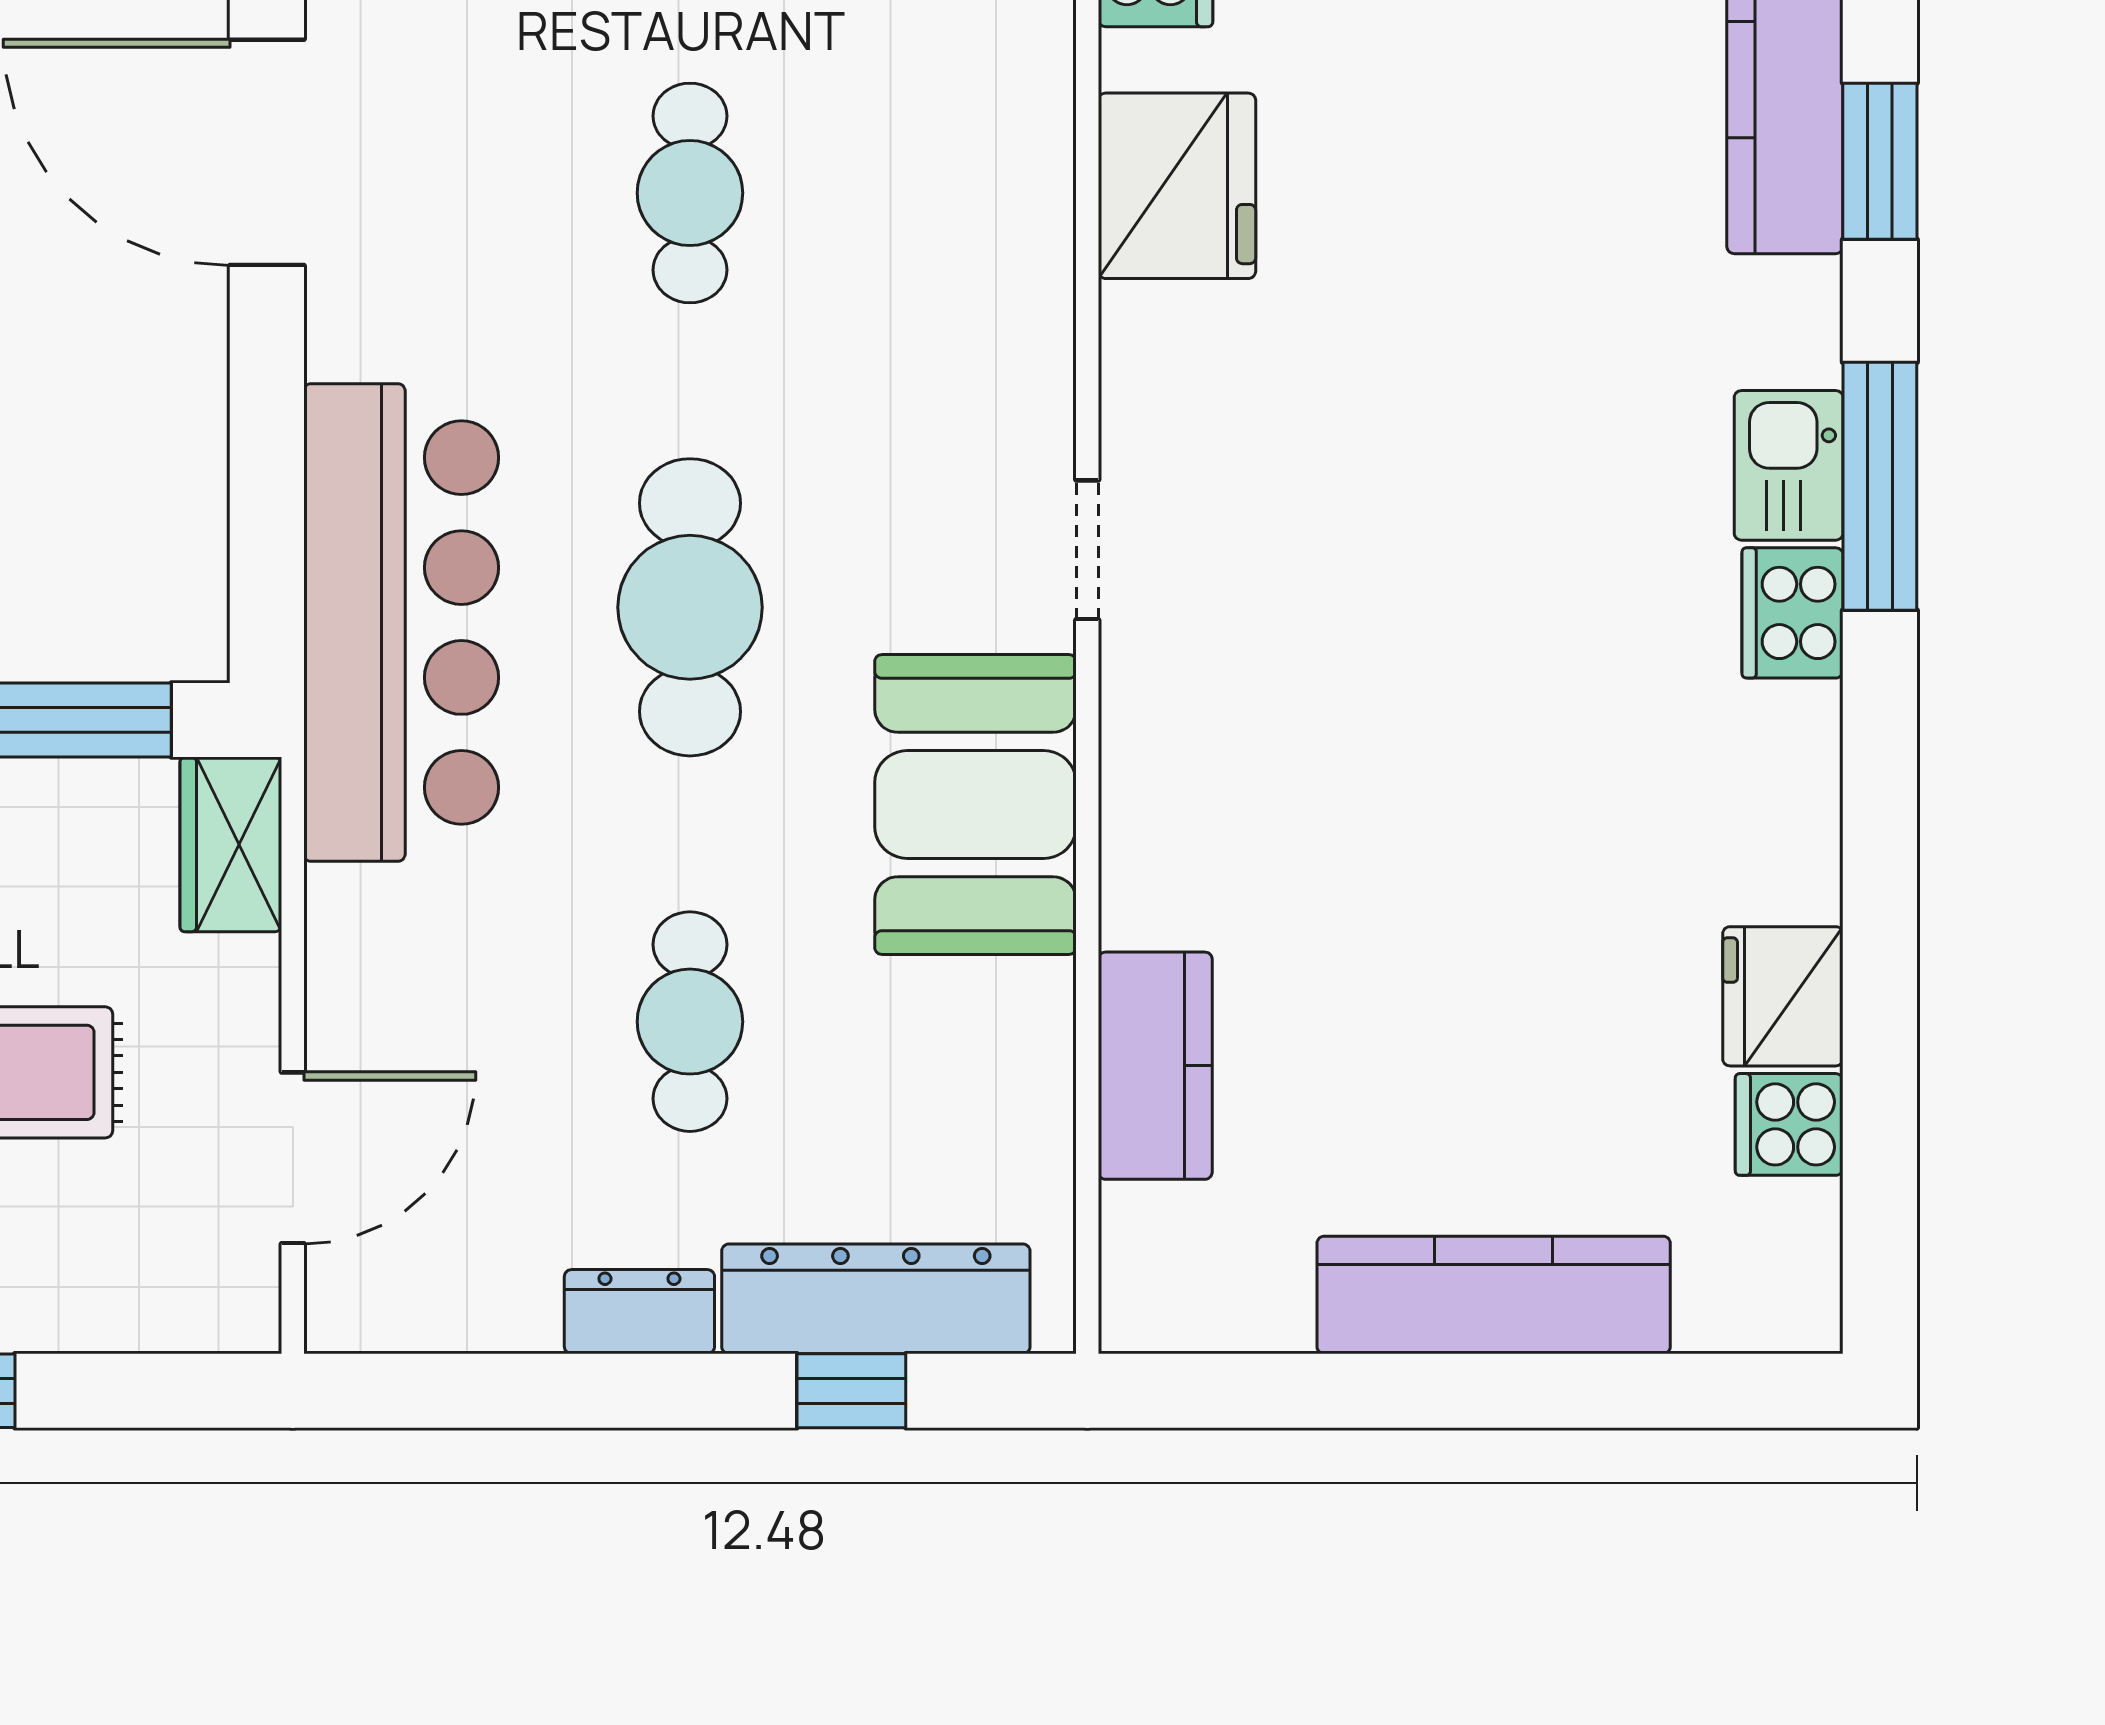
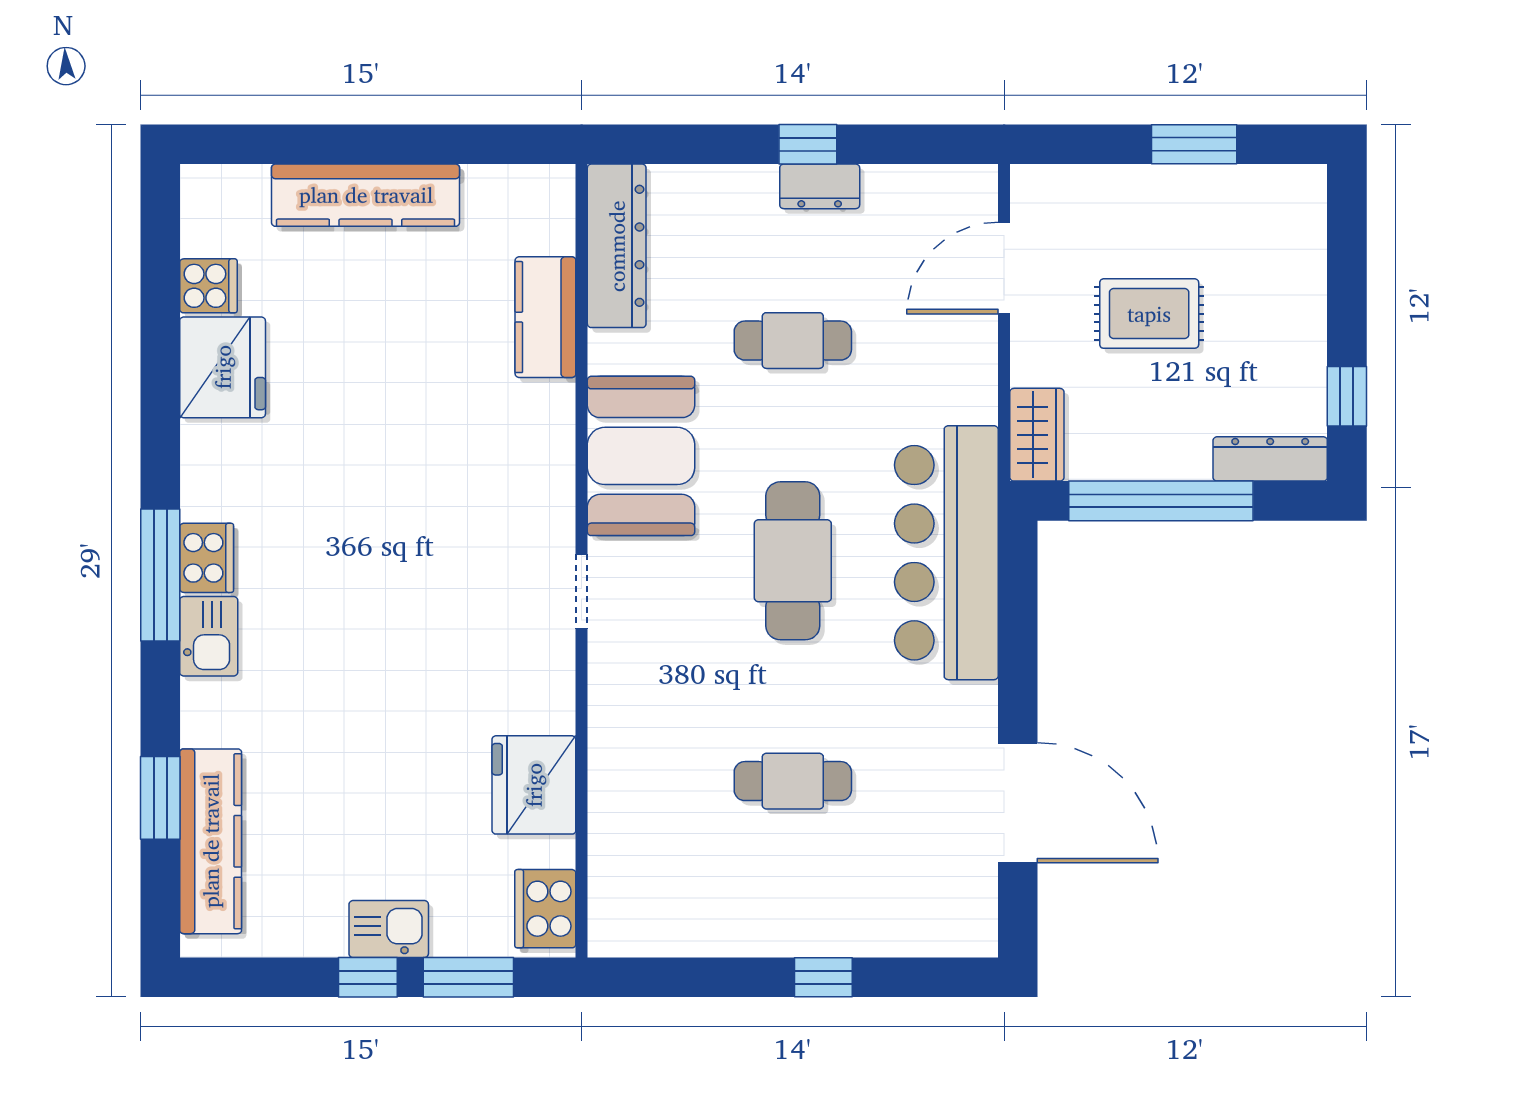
cafe table: (690, 193) -> (793, 781), turned 90
window: (1880, 486) -> (160, 575), moved
fridge: (1783, 996) -> (223, 367), width x1.36, depth x1.34
cafe table: (690, 1022) -> (793, 341), turned 90
dresser: (876, 1299) -> (617, 246), moved, turned -90
window: (851, 1391) -> (808, 144), moved

